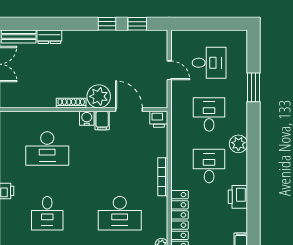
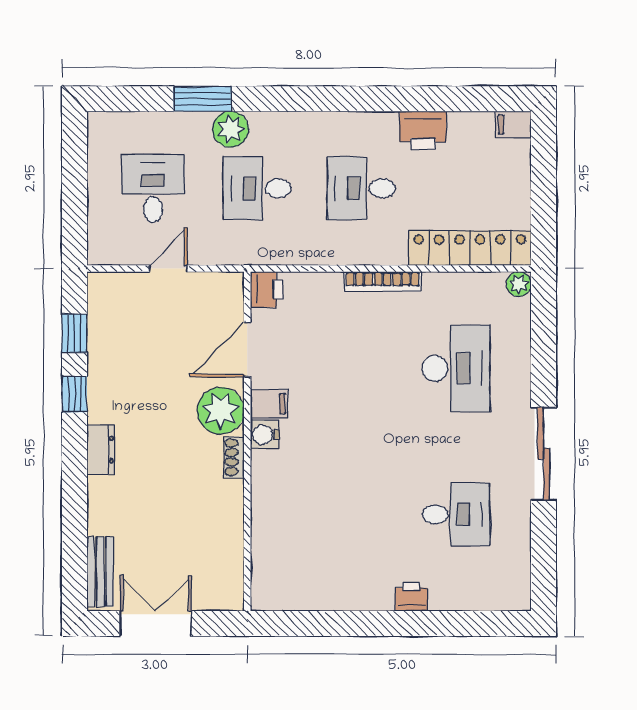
dresser: (49, 37) -> (101, 450), moved
shoe rack: (71, 103) -> (234, 457), width x0.70
plant: (238, 144) -> (231, 129), moved
desk: (47, 148) -> (326, 514), removed

